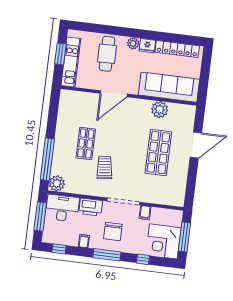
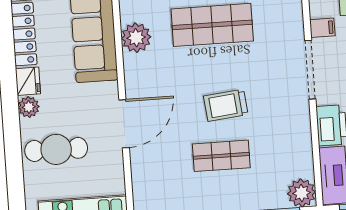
door: (114, 94) -> (124, 124), hinge flipped
trolley: (105, 167) -> (226, 105), moved

